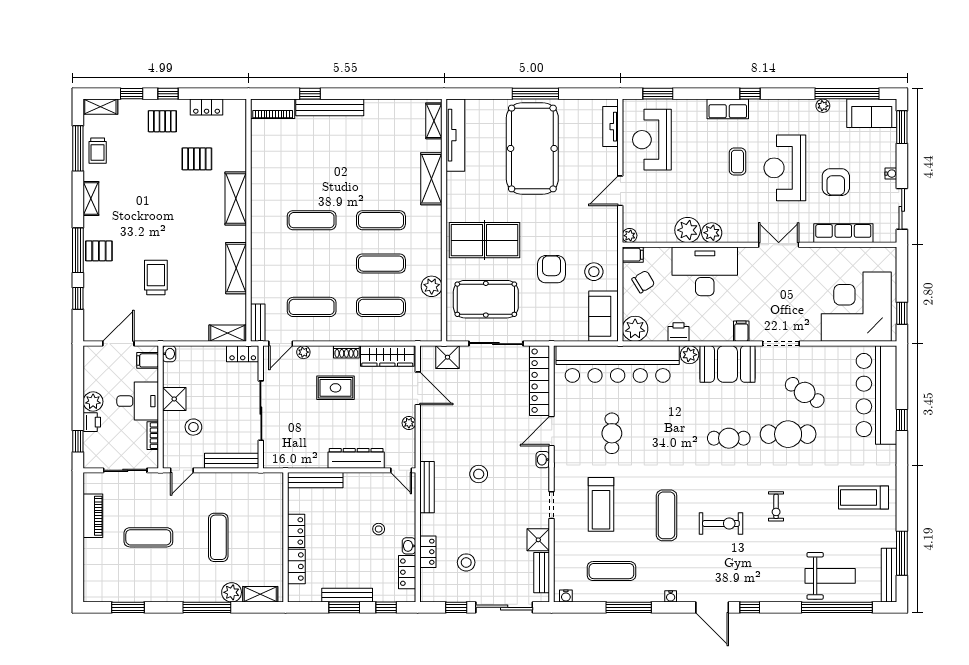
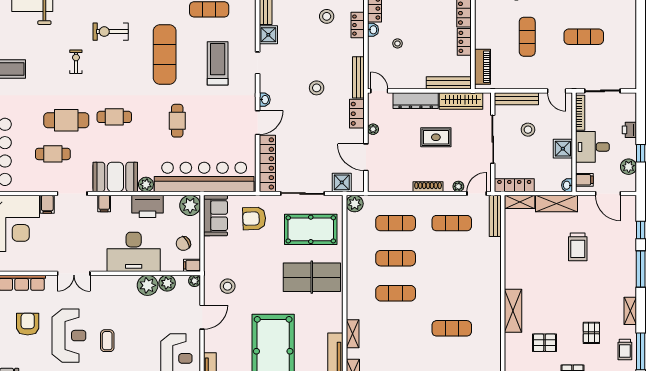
trolley: (98, 151) -> (625, 349), turned 180
shelving: (431, 179) -> (353, 334), width x0.67, depth x0.75
exercise mat: (312, 220) -> (452, 328), moved
plant: (712, 233) -> (167, 283), moved
pallet: (99, 251) -> (591, 333), moved, turned 90
shelving: (236, 268) -> (557, 204), moved, turned 90
armchair: (551, 269) -> (254, 218), moved, turned 88
stool: (594, 272) -> (228, 286), moved
plant: (432, 286) -> (355, 204), moved
bench: (258, 323) -> (495, 216), width x1.36
filing cabinet: (812, 330) -> (47, 204), added
printer: (679, 332) -> (148, 206), width x1.87, depth x1.48
door: (118, 344) -> (608, 193), hinge flipped
shoe rack: (346, 352) -> (428, 187), width x1.43
locker: (243, 354) -> (514, 185), width x1.53
wardrobe: (387, 356) -> (461, 101), moved, turned 180
rug: (335, 388) -> (436, 137), moved
cafe table: (805, 392) -> (53, 154), turned -33
plant: (93, 402) -> (629, 167), moved
stool: (193, 427) -> (528, 130), moved
cafe table: (612, 433) -> (177, 121), moved
bookcase: (153, 436) -> (580, 113), width x1.56
window: (78, 441) -> (641, 153), moved
locker: (429, 442) -> (357, 114), added
door: (182, 470) -> (557, 91), swing flipped
exercise mat: (667, 515) -> (165, 54), width x1.36, depth x1.45
piano: (93, 516) -> (482, 67), moved, turned 180
exercise bike: (721, 523) -> (111, 32), moved

